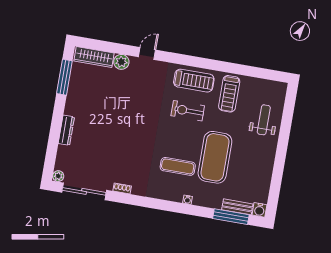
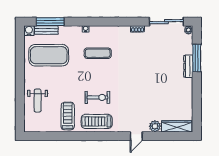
window: (64, 77) -> (197, 58), moved
exercise mat: (215, 157) -> (49, 55), moved, turned 90

